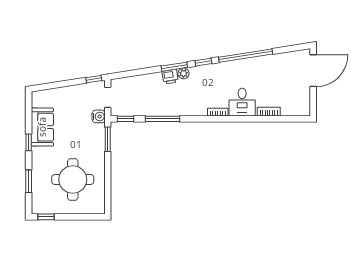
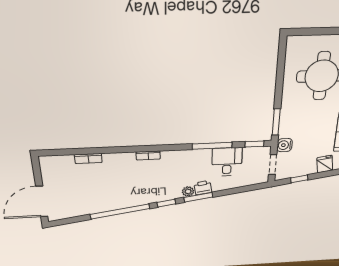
window: (94, 79) -> (299, 179), moved
fridge: (60, 95) -> (325, 164), added
desk: (242, 102) -> (227, 162), moved

